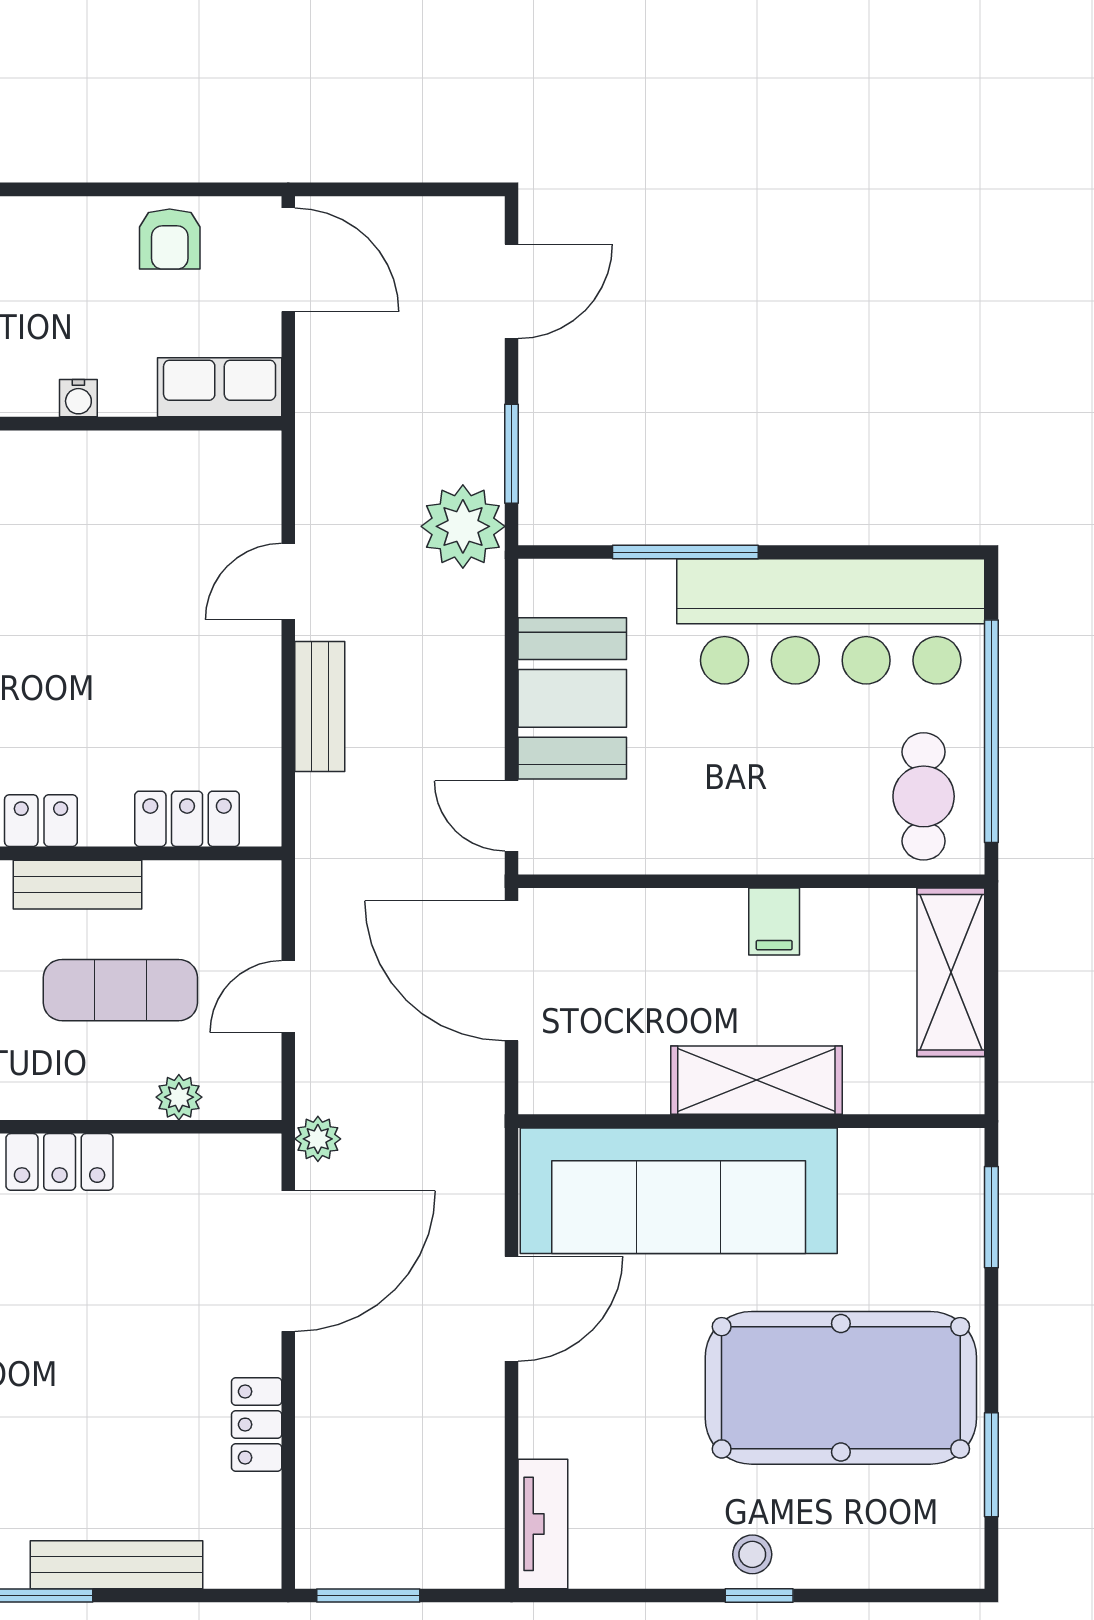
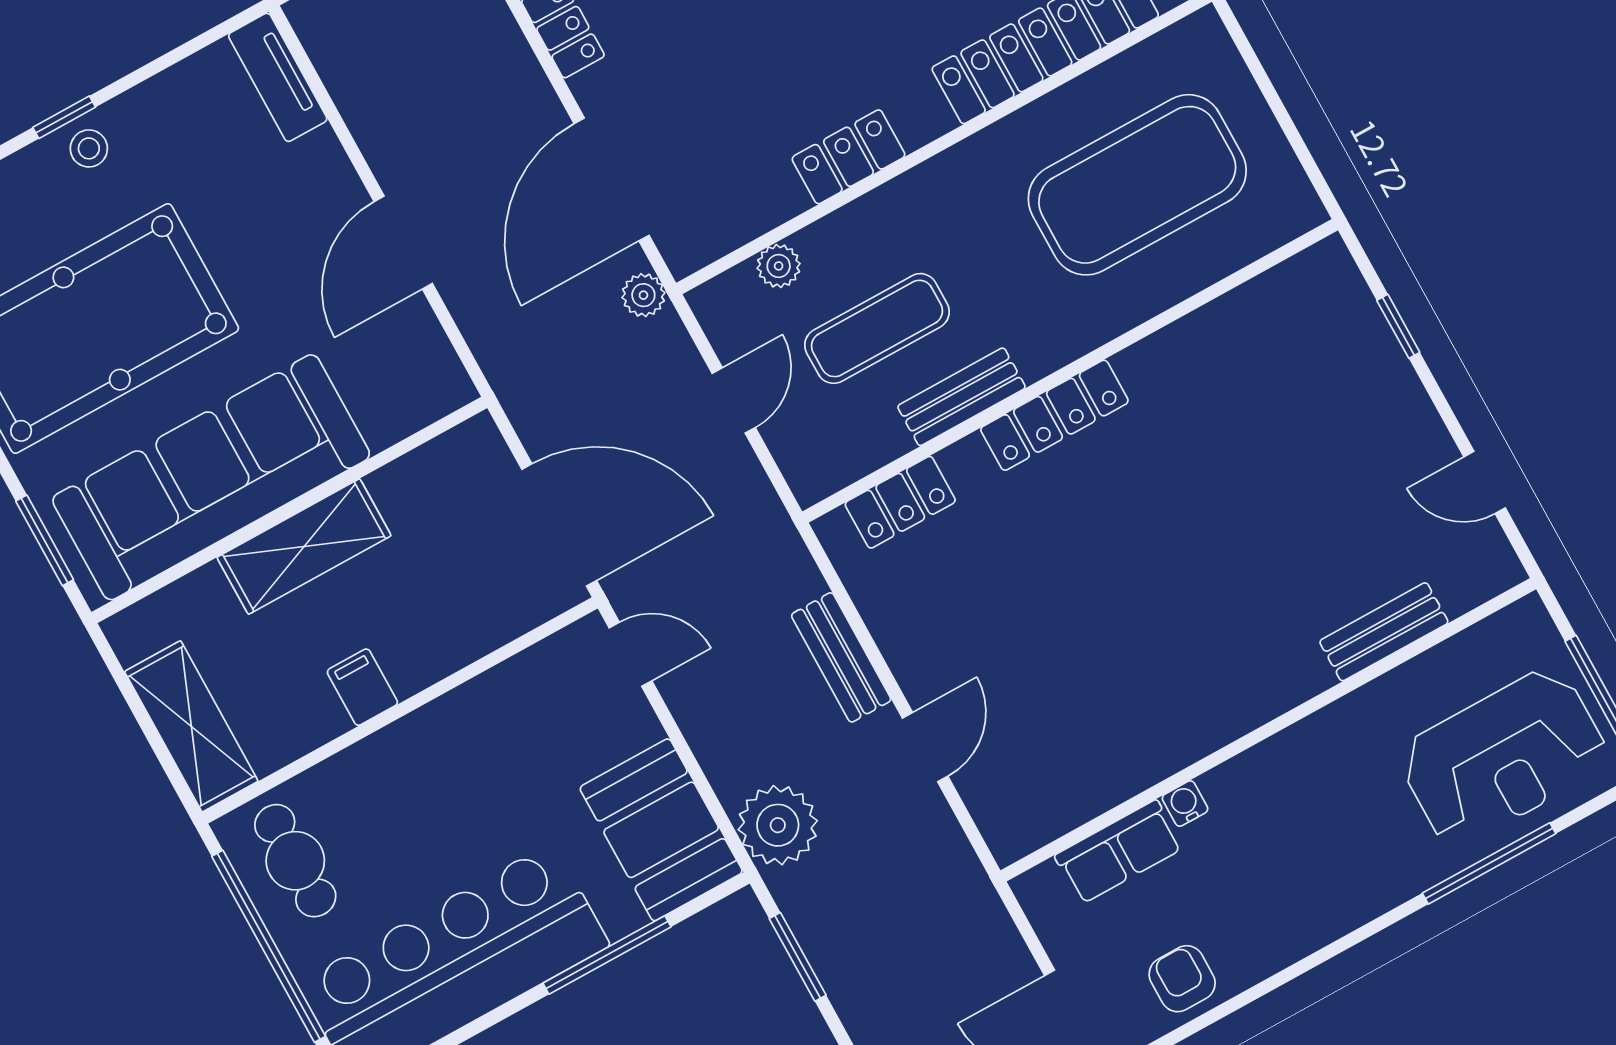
row of seats: (220, 387) -> (1119, 852), moved
plant: (463, 526) -> (778, 825), moved
booth: (572, 698) -> (661, 830), moved
sofa: (679, 1191) -> (211, 477), moved

